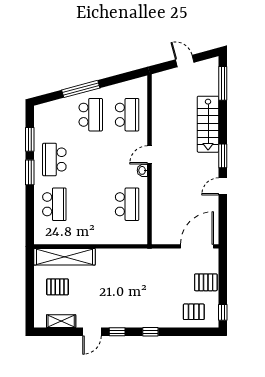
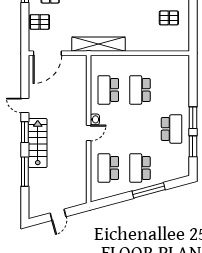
door: (185, 61) -> (58, 215), hinge flipped
window: (223, 83) -> (25, 172), moved
stairs: (208, 124) -> (38, 143), moved
door: (223, 186) -> (25, 105), swing flipped
school desk: (54, 204) -> (140, 90), moved
shelving: (65, 257) -> (98, 44), moved

